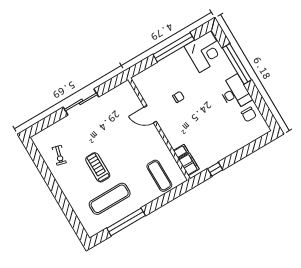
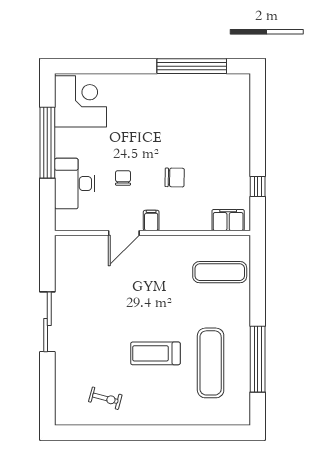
window: (237, 64) -> (192, 66), moved
desk: (235, 93) -> (75, 184), moved, turned -90
chair: (249, 114) -> (175, 177), moved
filing cabinet: (181, 151) -> (151, 220), moved

